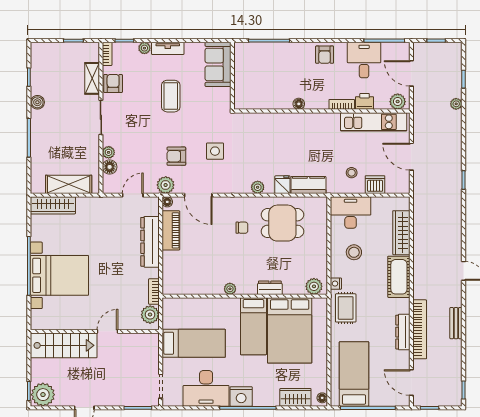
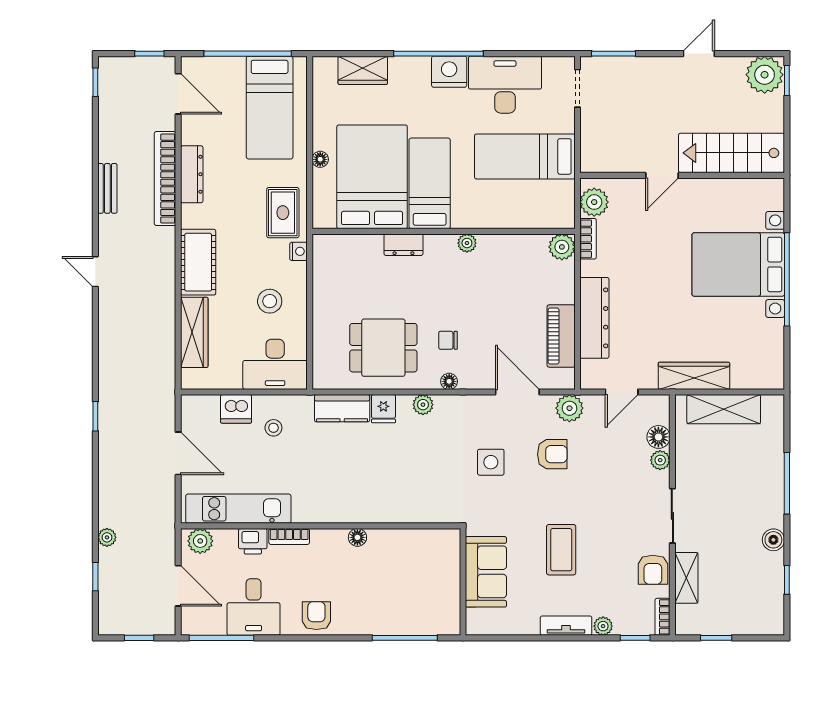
sofa: (218, 64) -> (486, 572), moved
floor lamp: (167, 202) -> (449, 381), moved
wardrobe: (53, 205) -> (694, 376), moved
plant: (314, 286) -> (562, 247), moved
floor lamp: (322, 398) -> (320, 159), moved

